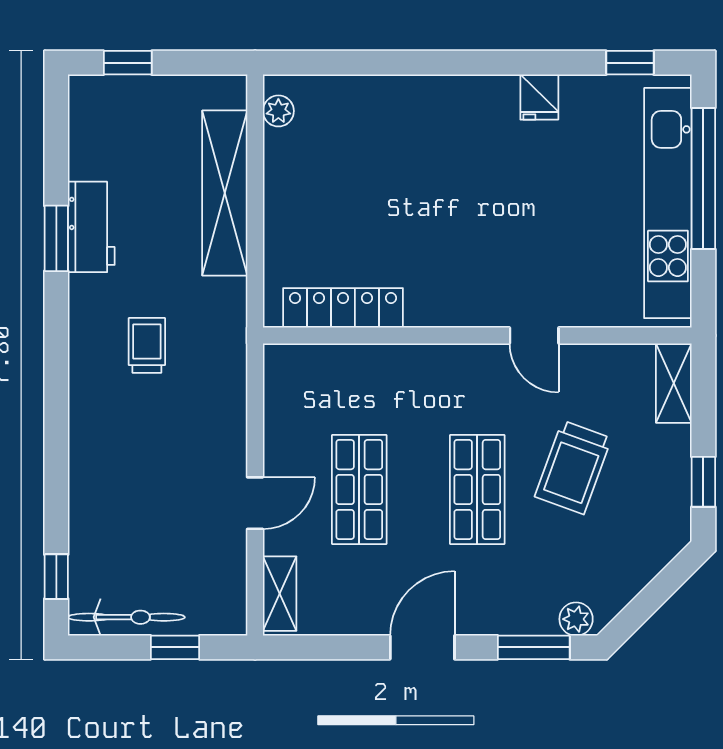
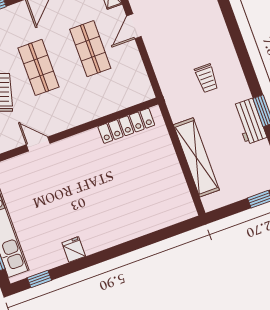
plant: (278, 111) -> (186, 202), removed

